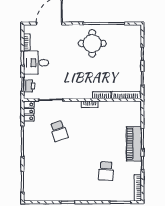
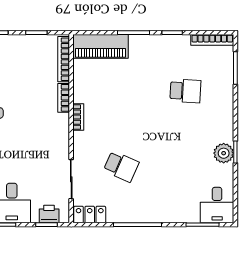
school desk: (59, 131) -> (121, 166), turned 42
piano: (134, 144) -> (101, 46), moved
desk: (35, 191) -> (217, 205), added
plant: (67, 195) -> (224, 153), added

